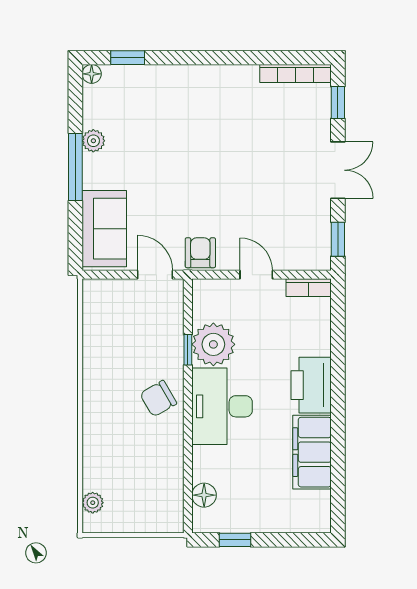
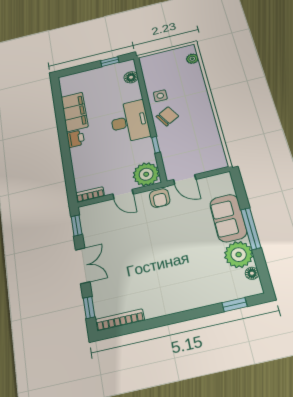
floor lamp: (92, 74) -> (252, 273), moved
plant: (93, 141) -> (239, 255), width x1.87, depth x1.87
double door: (338, 170) -> (83, 266), swing flipped
sofa: (104, 229) -> (228, 218), moved
plant: (213, 344) -> (146, 174), moved
printer: (311, 385) -> (76, 139), width x0.53, depth x0.68
side table: (162, 443) -> (160, 96), added

